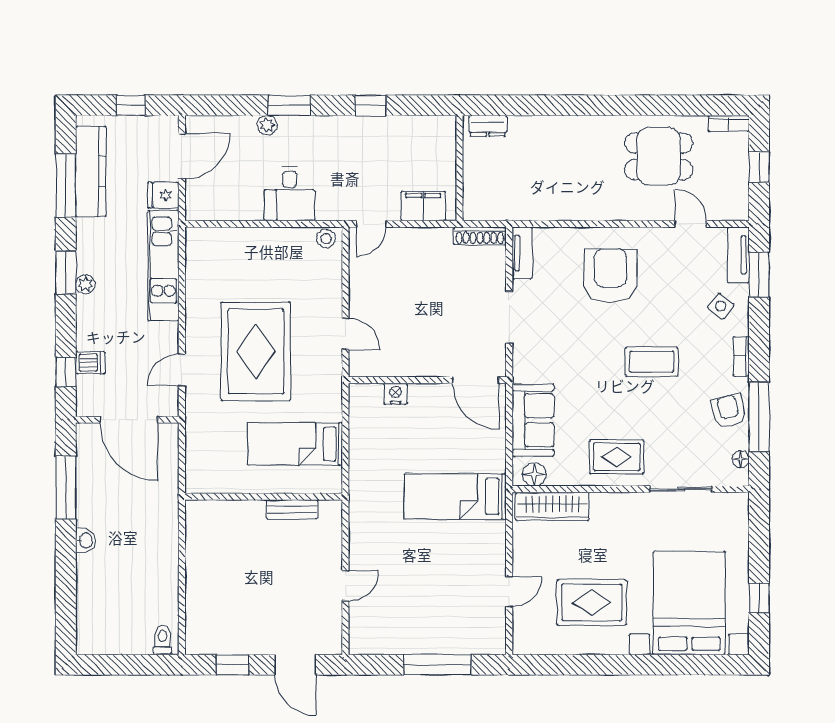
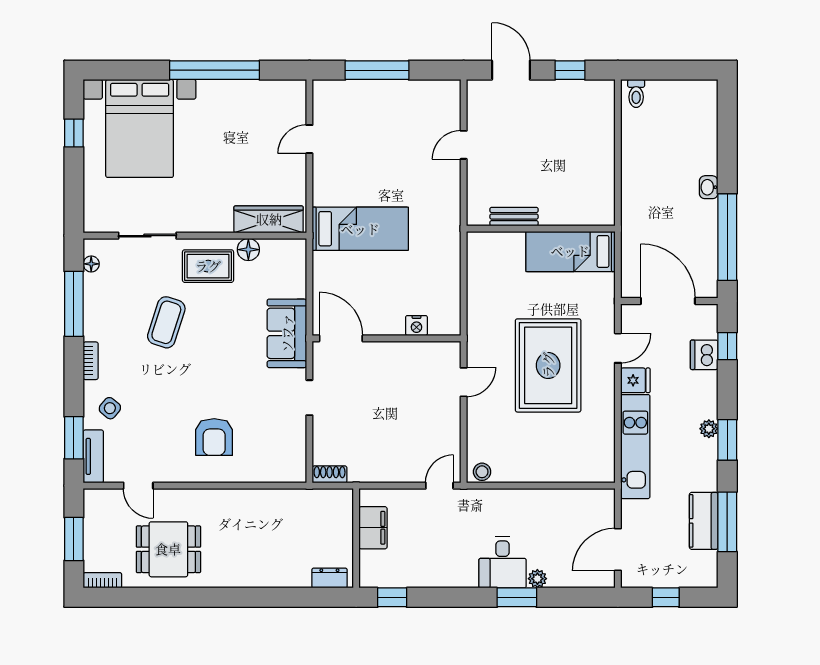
window: (371, 105) -> (392, 597), moved
window: (759, 167) -> (74, 539), width x1.50
kitchen counter: (91, 171) -> (704, 521), width x0.67
desk: (289, 194) -> (503, 562), moved, turned 180
fridge: (163, 195) -> (635, 380), moved
filing cabinet: (423, 206) -> (373, 528), moved, turned -90
shoe rack: (480, 236) -> (330, 474), width x0.70
tv unit: (522, 253) -> (297, 458), removed
armchair: (610, 275) -> (214, 437), width x0.73, depth x0.73
doorway: (509, 317) -> (309, 398), width x0.73
door: (345, 334) -> (464, 382), swing flipped
coffee table: (652, 362) -> (166, 322), moved, turned -72
dishwasher: (90, 363) -> (704, 355), width x1.38
armchair: (729, 411) -> (102, 309), removed
sofa: (533, 420) -> (287, 333), moved
bed: (295, 444) -> (570, 251), moved, turned 180
floor lamp: (534, 474) -> (248, 250), moved
window: (66, 488) -> (727, 237), width x1.46
rug: (592, 603) -> (231, 129), removed
window: (610, 665) -> (214, 70), added

